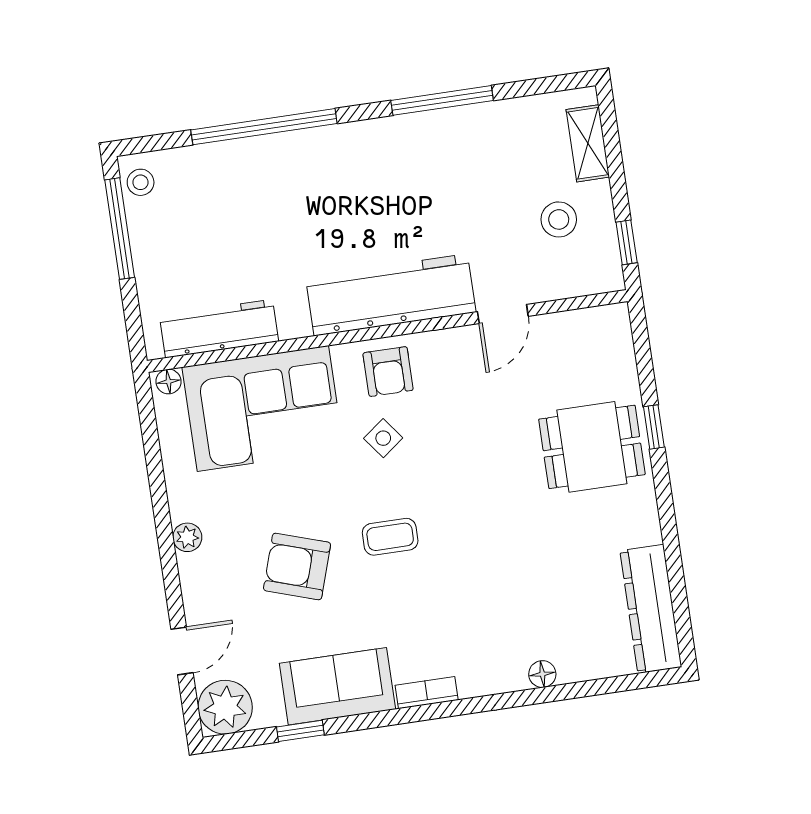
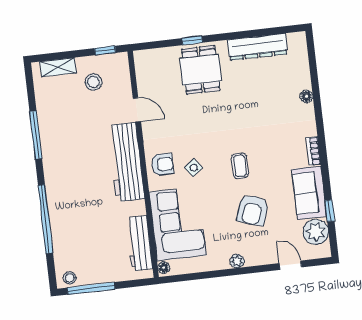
dresser: (651, 609) -> (258, 47), moved
plant: (225, 707) -> (316, 232), moved

